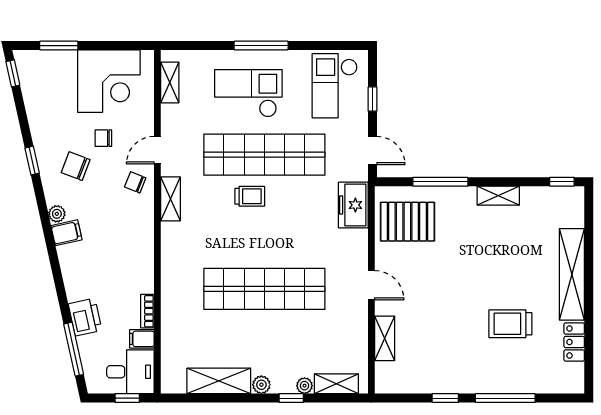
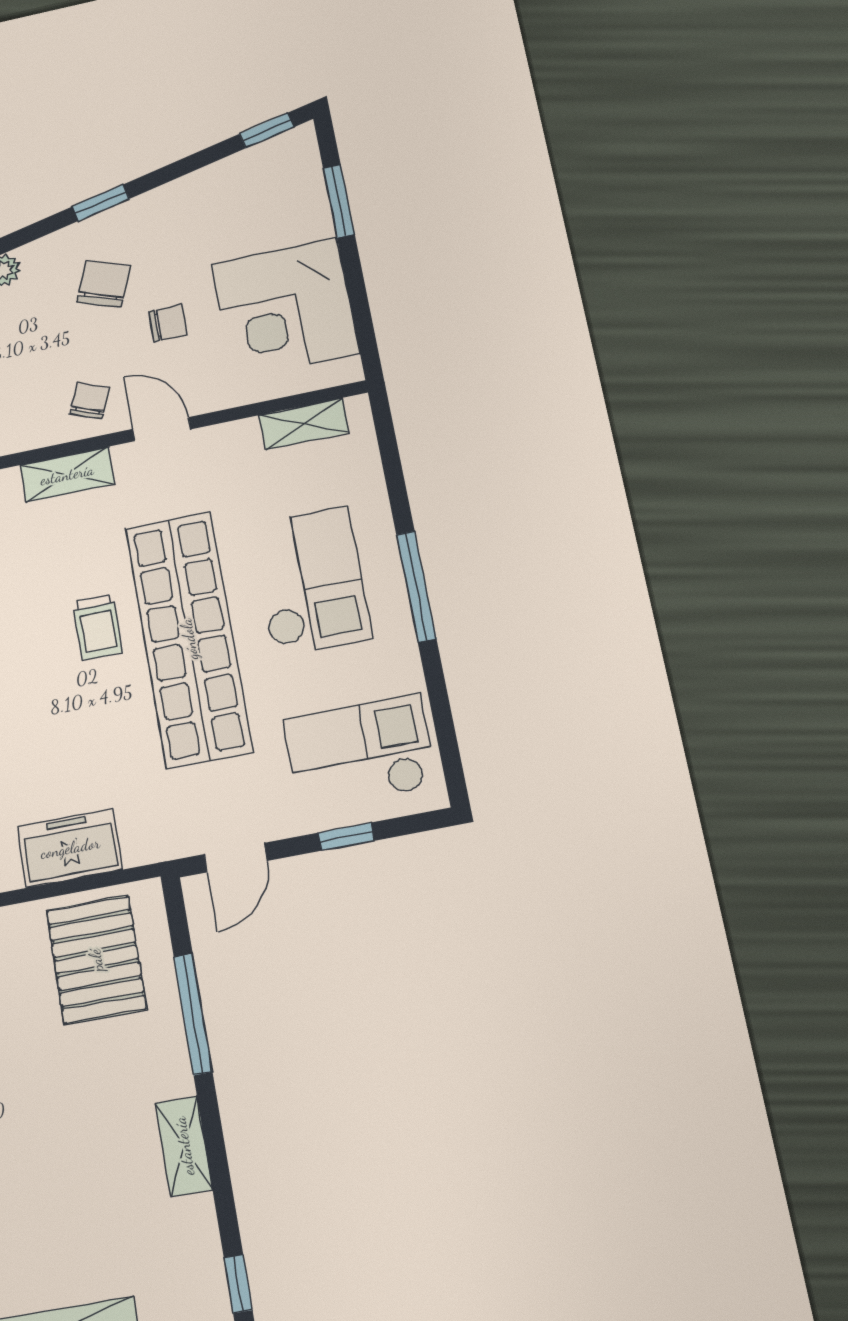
chair: (103, 138) -> (168, 323), turned 90
freezer: (353, 205) -> (70, 848), moved

